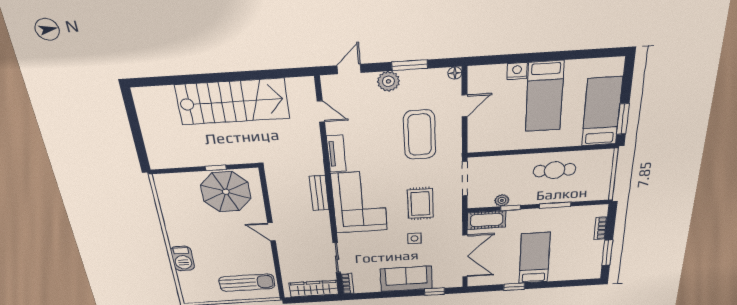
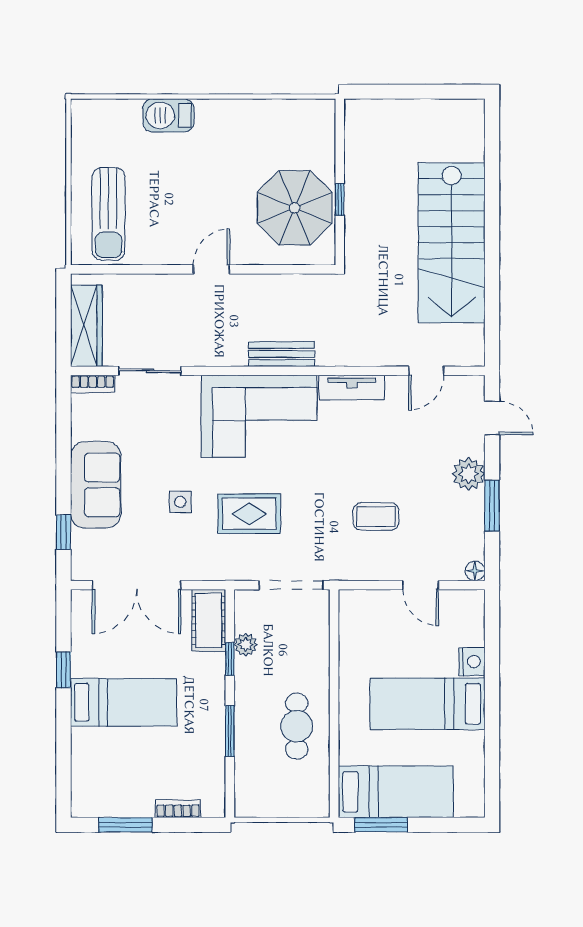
coffee table: (420, 135) -> (376, 516), width x0.54, depth x0.58

